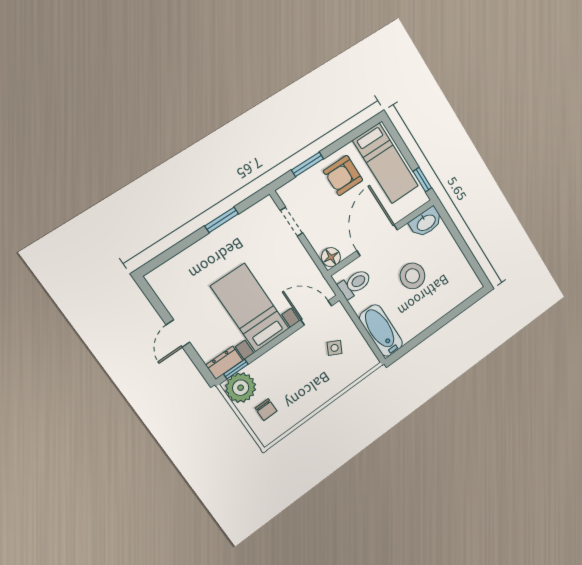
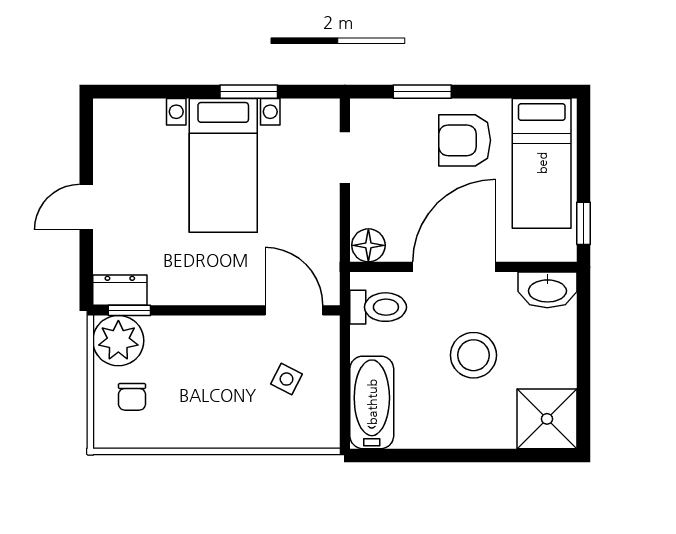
shower: (463, 282) -> (547, 419), added
bed with nightstands: (250, 307) -> (223, 165), moved, turned 180

